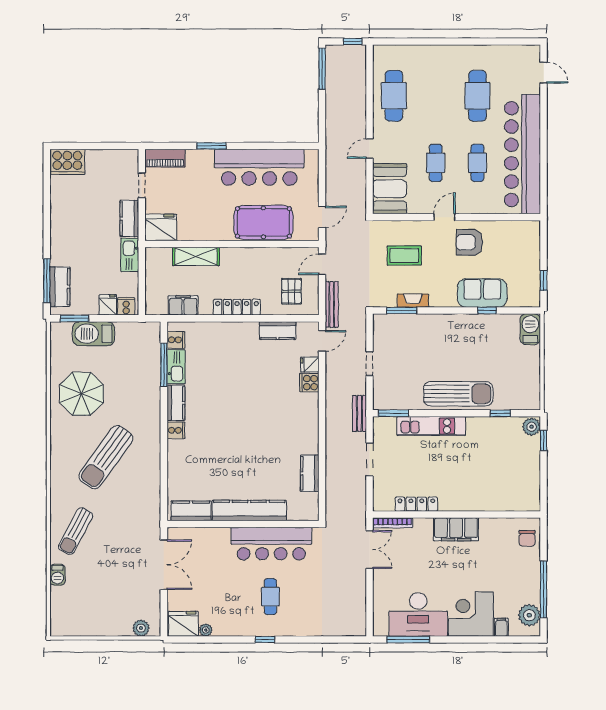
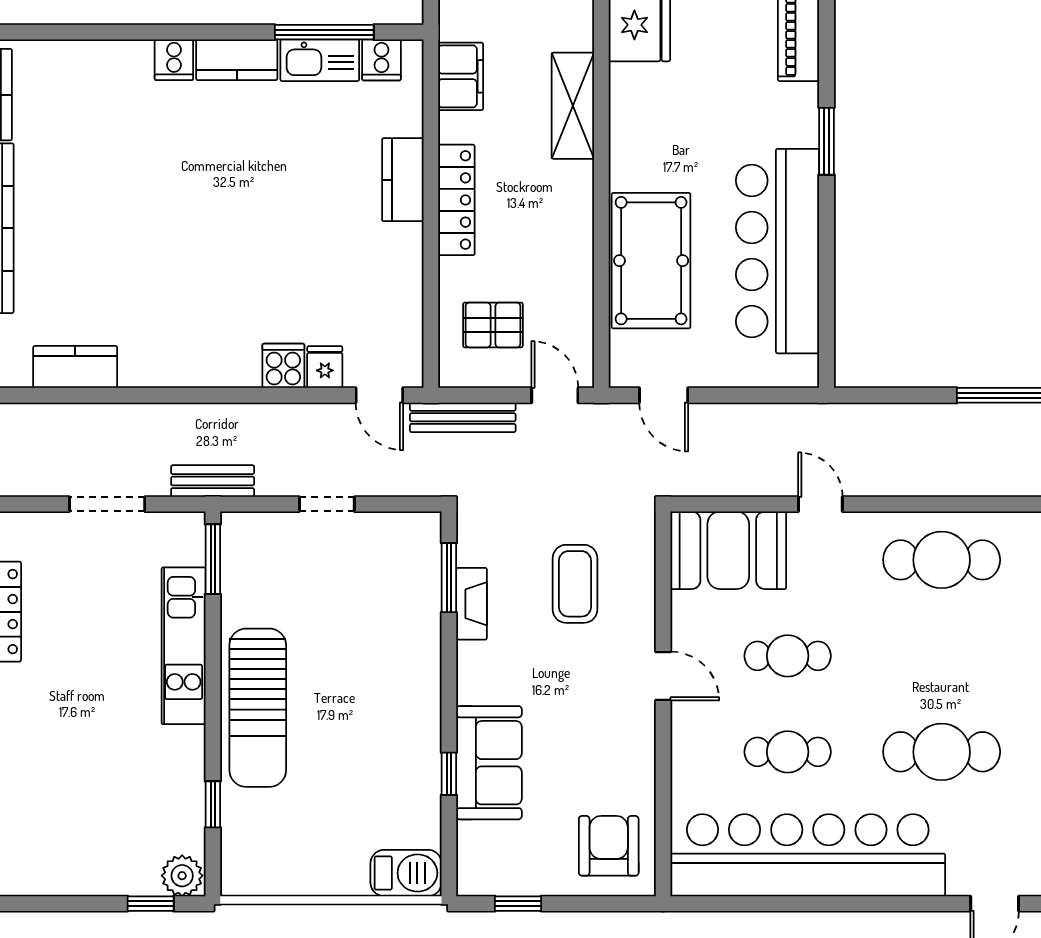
armchair: (469, 242) -> (609, 846), moved
kitchen counter: (278, 331) -> (403, 180), moved

